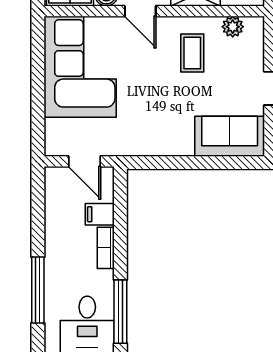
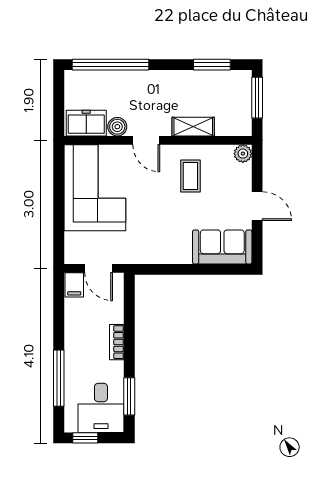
plant: (233, 27) -> (243, 154), moved
filing cabinet: (100, 214) -> (74, 285), moved, turned -90
window: (120, 312) -> (129, 396), width x0.69

